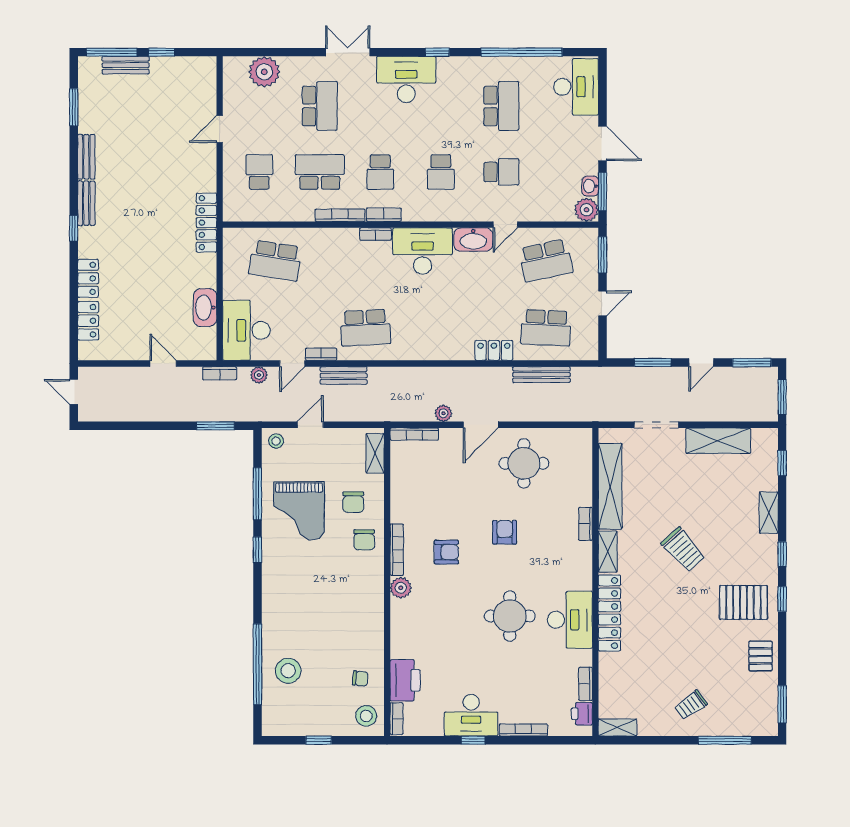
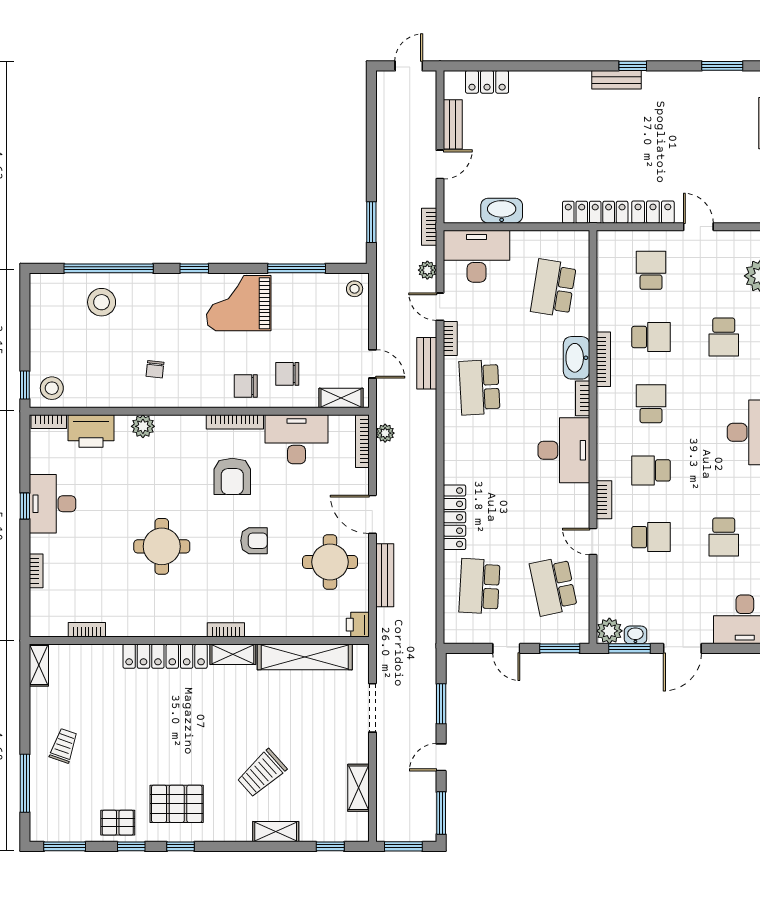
school desk: (320, 106) -> (724, 337), width x0.54
school desk: (501, 106) -> (724, 537), width x0.54
bench: (86, 157) -> (453, 124), moved, turned 90
school desk: (259, 172) -> (651, 270), turned -90
school desk: (320, 172) -> (651, 337), width x0.54
school desk: (380, 172) -> (651, 404), turned 90
school desk: (501, 172) -> (651, 537), turned -90
bookcase: (384, 215) -> (604, 500), moved
window: (74, 228) -> (633, 66), moved
washbasin: (473, 240) -> (576, 358), moved
locker: (88, 278) -> (653, 212), moved, turned 180
locker: (494, 350) -> (454, 517), width x1.53
door: (701, 362) -> (441, 757), hinge flipped
bench: (541, 375) -> (385, 575), moved
plant: (443, 413) -> (385, 433), moved
door: (310, 425) -> (372, 364), moved
shelving: (718, 441) -> (358, 788), width x0.67, depth x0.75
grand piano: (299, 511) -> (239, 303), moved
bookcase: (586, 524) -> (226, 630), moved
window: (257, 550) -> (194, 268), moved
trolley: (683, 550) -> (262, 773), moved
armchair: (446, 552) -> (232, 476), width x1.38, depth x1.38
window: (782, 554) -> (131, 846), moved
plant: (401, 588) -> (143, 426), moved
pallet: (743, 602) -> (177, 804), turned 90
desk: (570, 620) -> (297, 439), moved, turned 180
chair: (360, 679) -> (155, 369), moved
trolley: (691, 705) -> (64, 746), turned 55
printer: (582, 714) -> (358, 625), moved, turned -90
bookcase: (523, 730) -> (36, 571), width x0.64
window: (319, 740) -> (25, 385), moved

